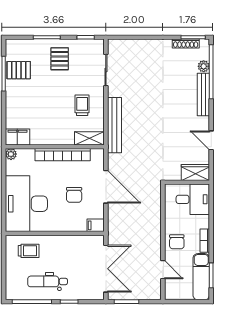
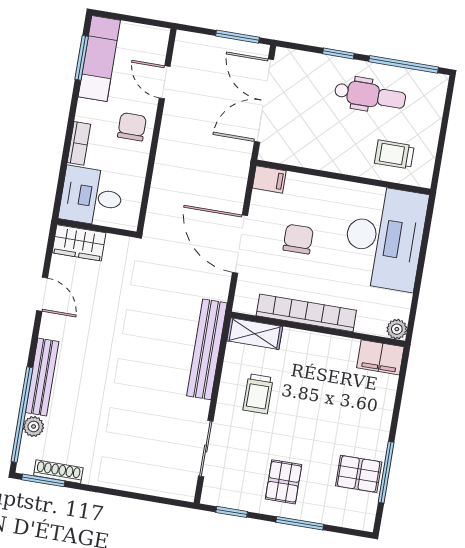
bookcase: (205, 241) -> (79, 143), moved

